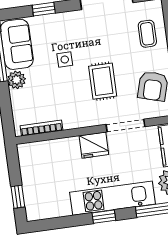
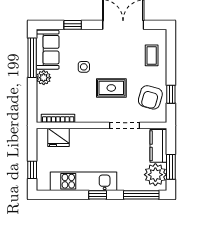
rug: (103, 81) -> (111, 88), turned 90
fridge: (94, 145) -> (58, 137), moved
kitchen unit: (113, 198) -> (83, 181), moved

